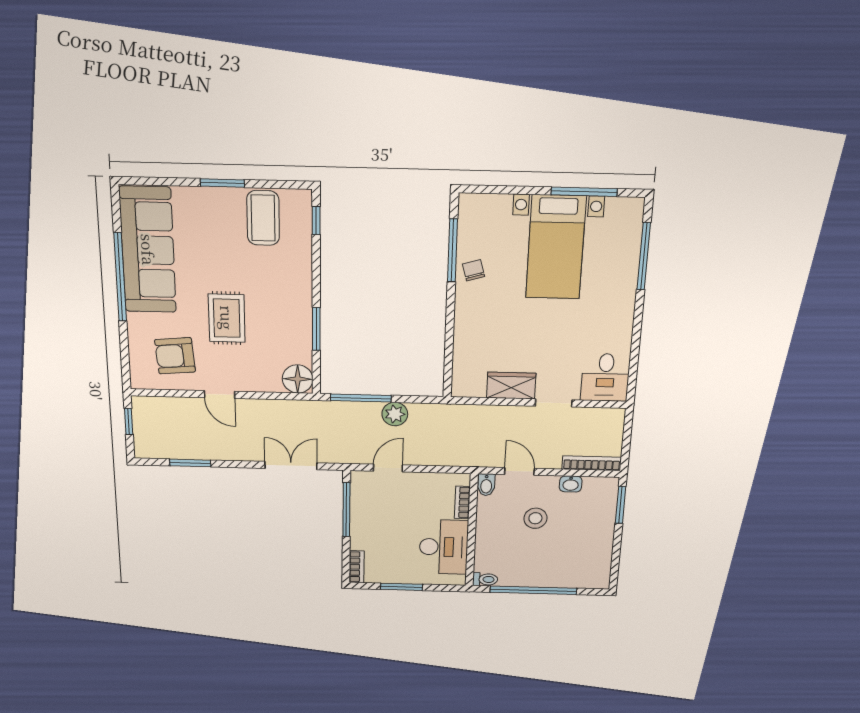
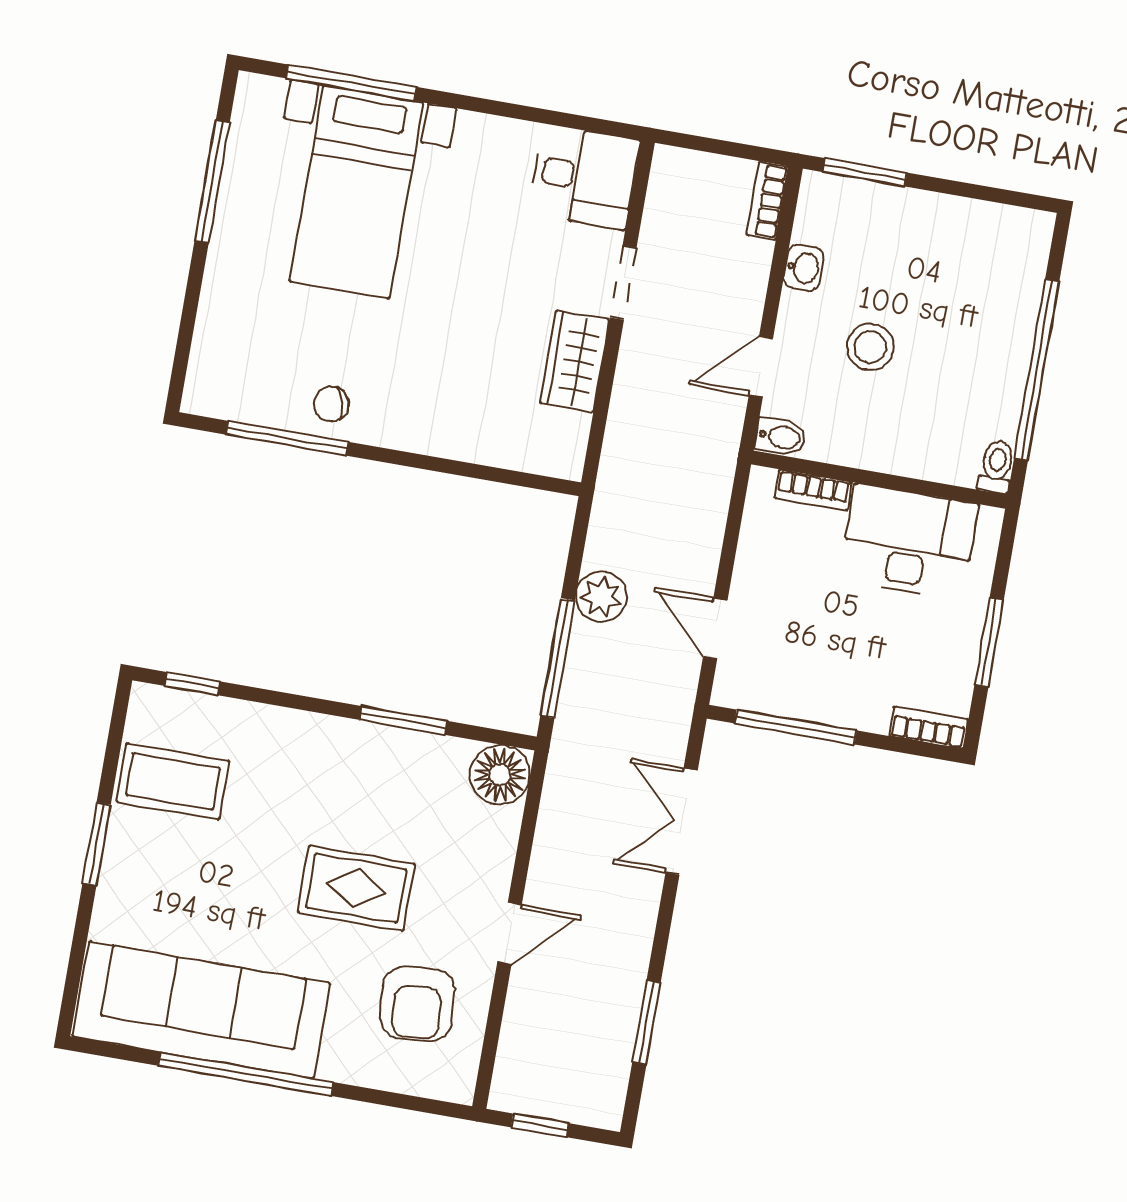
bed with nightstands: (556, 247) -> (356, 192), moved, turned 90
bookcase: (592, 463) -> (768, 201), width x0.64

